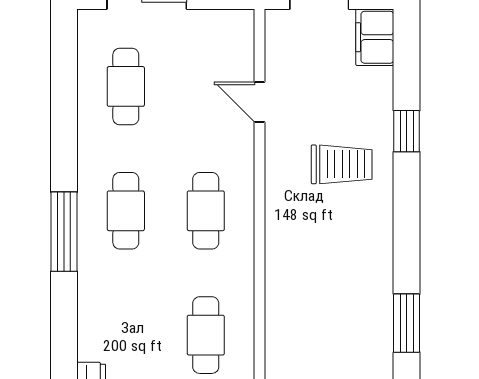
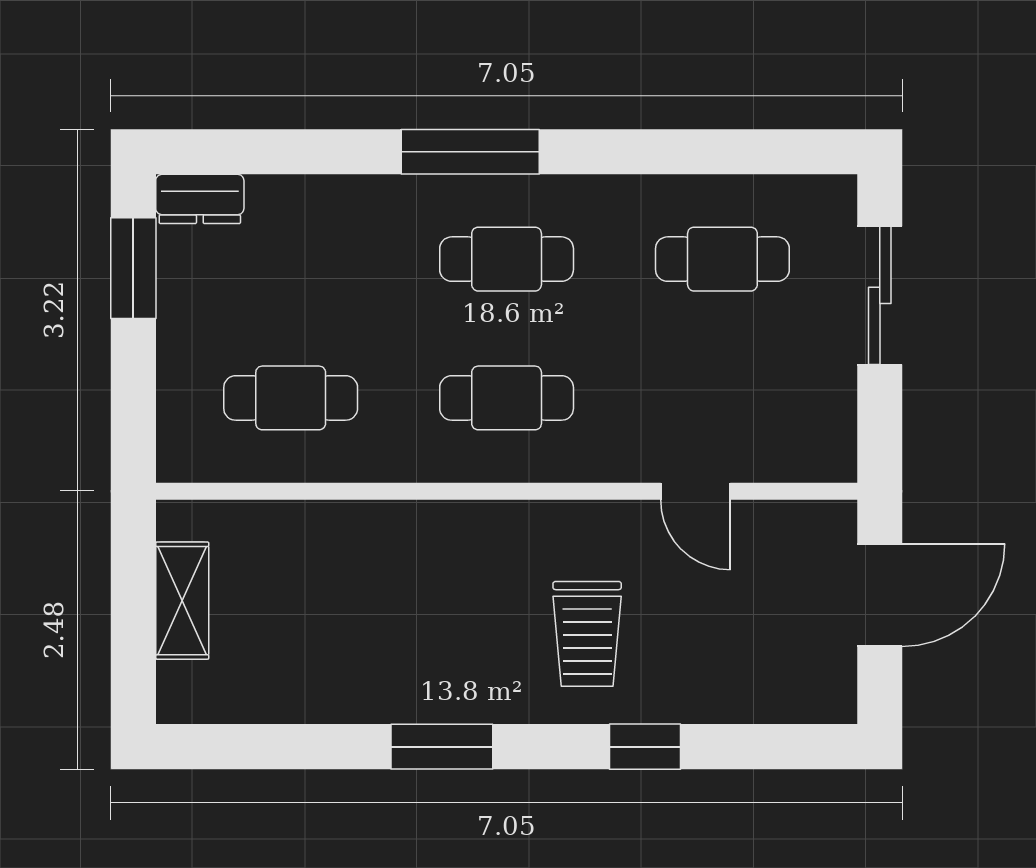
filing cabinet: (375, 37) -> (808, 691), removed
door: (260, 102) -> (695, 491), swing flipped
window: (407, 323) -> (442, 747), moved

